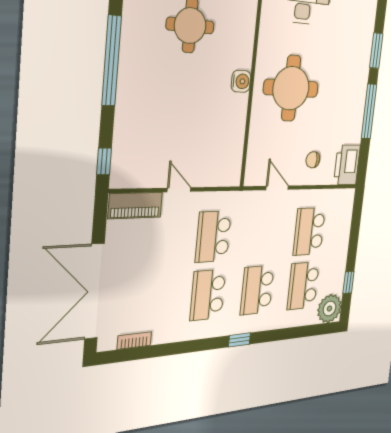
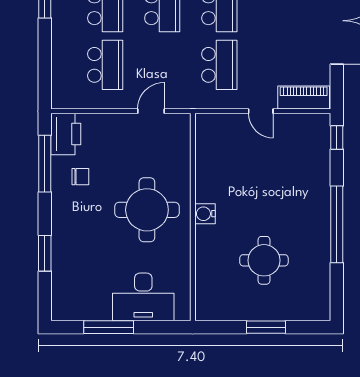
window: (369, 111) -> (45, 164), moved
chair: (313, 160) -> (80, 177), moved
door: (277, 188) -> (151, 111), swing flipped

